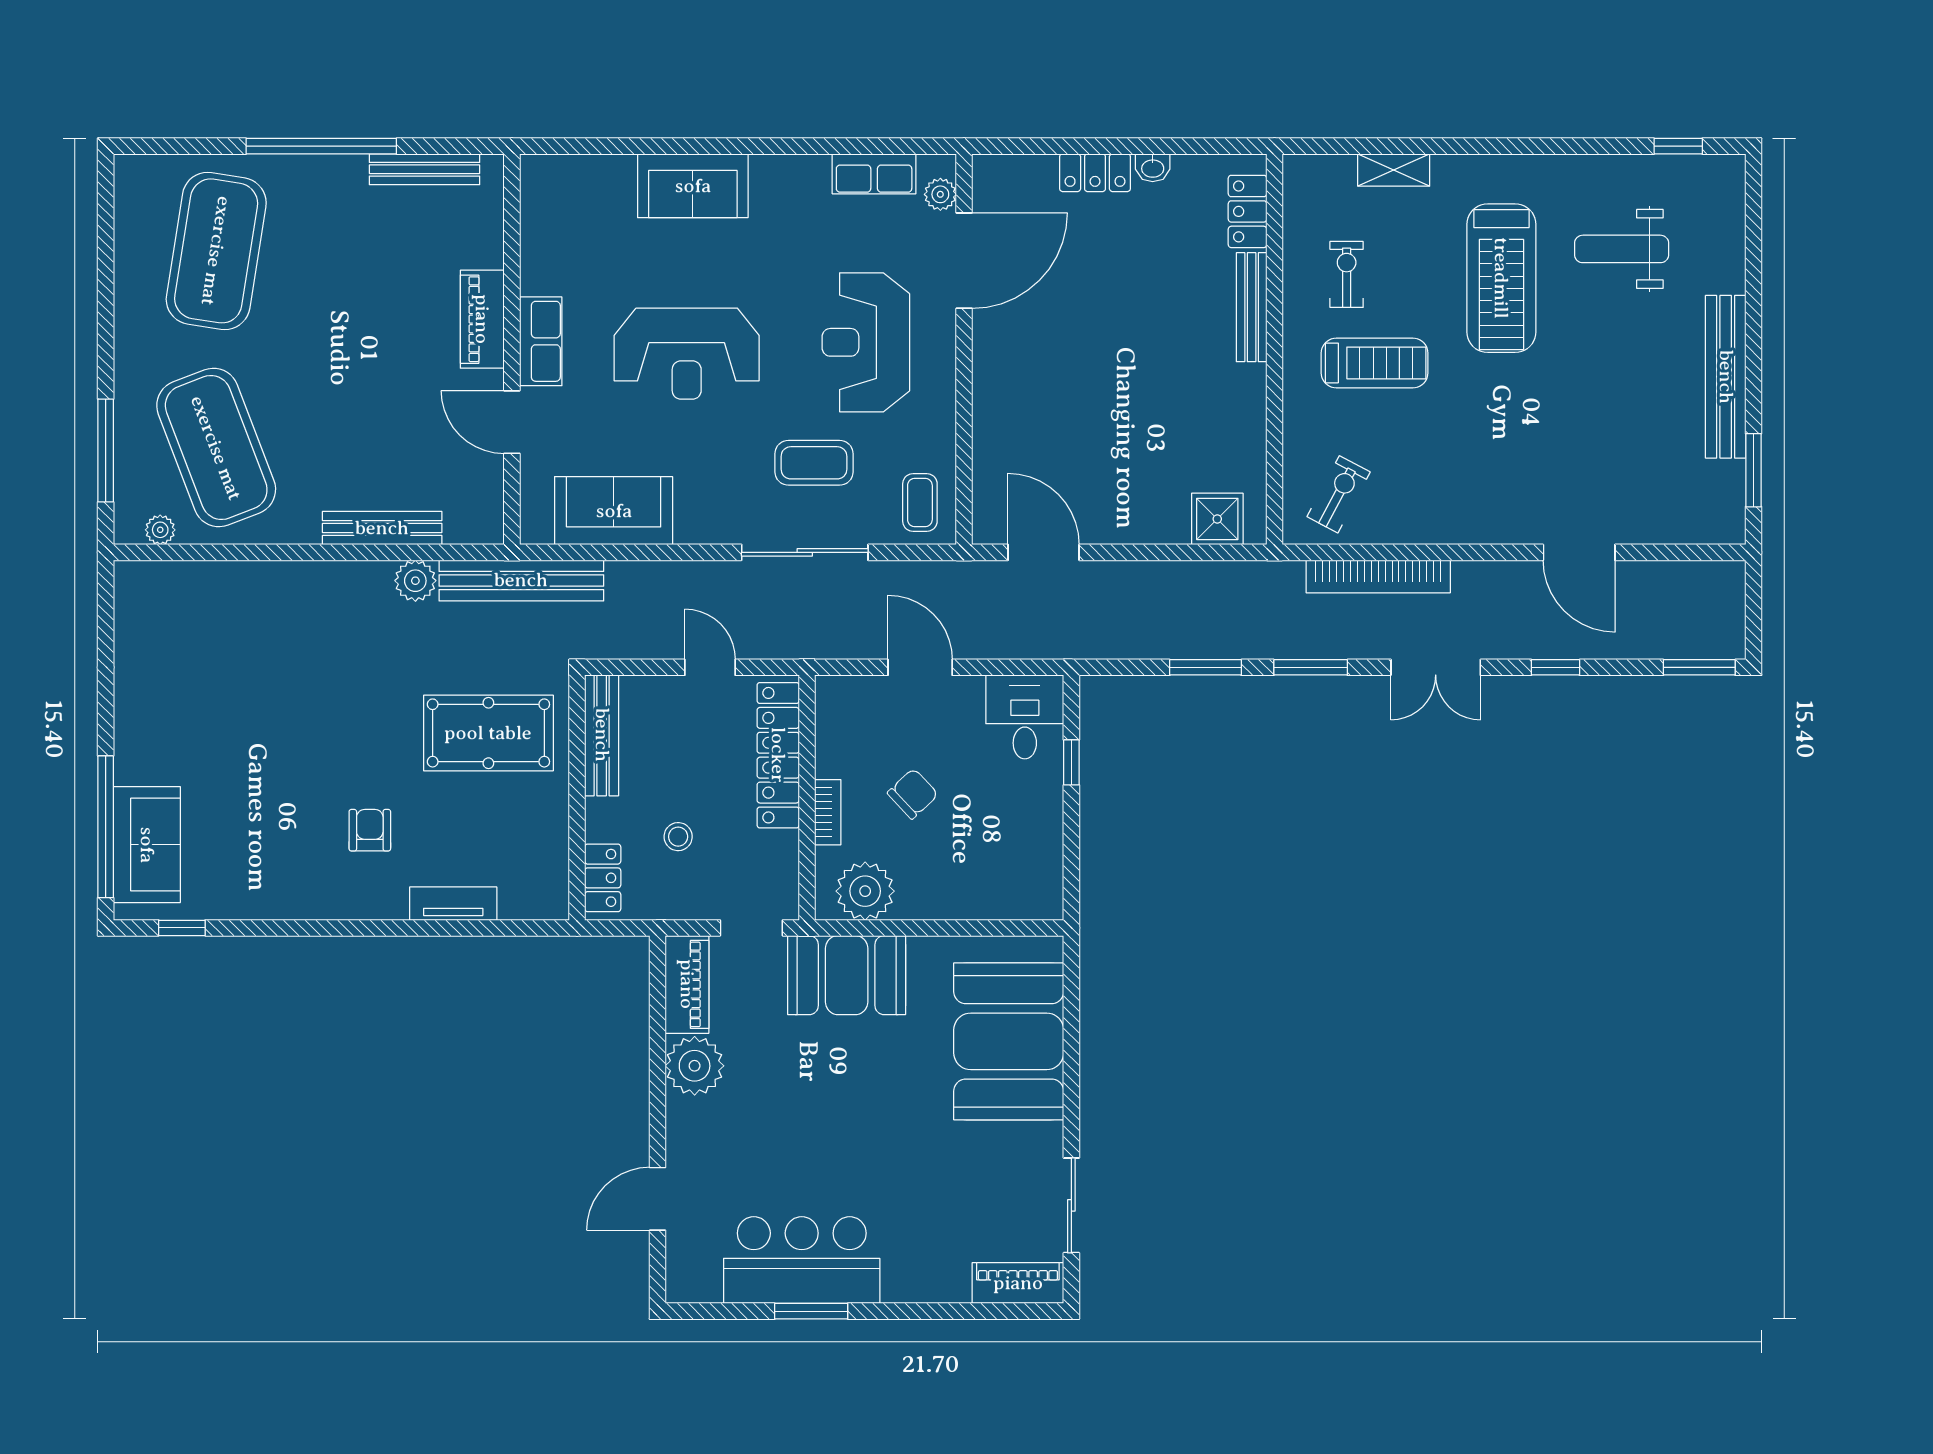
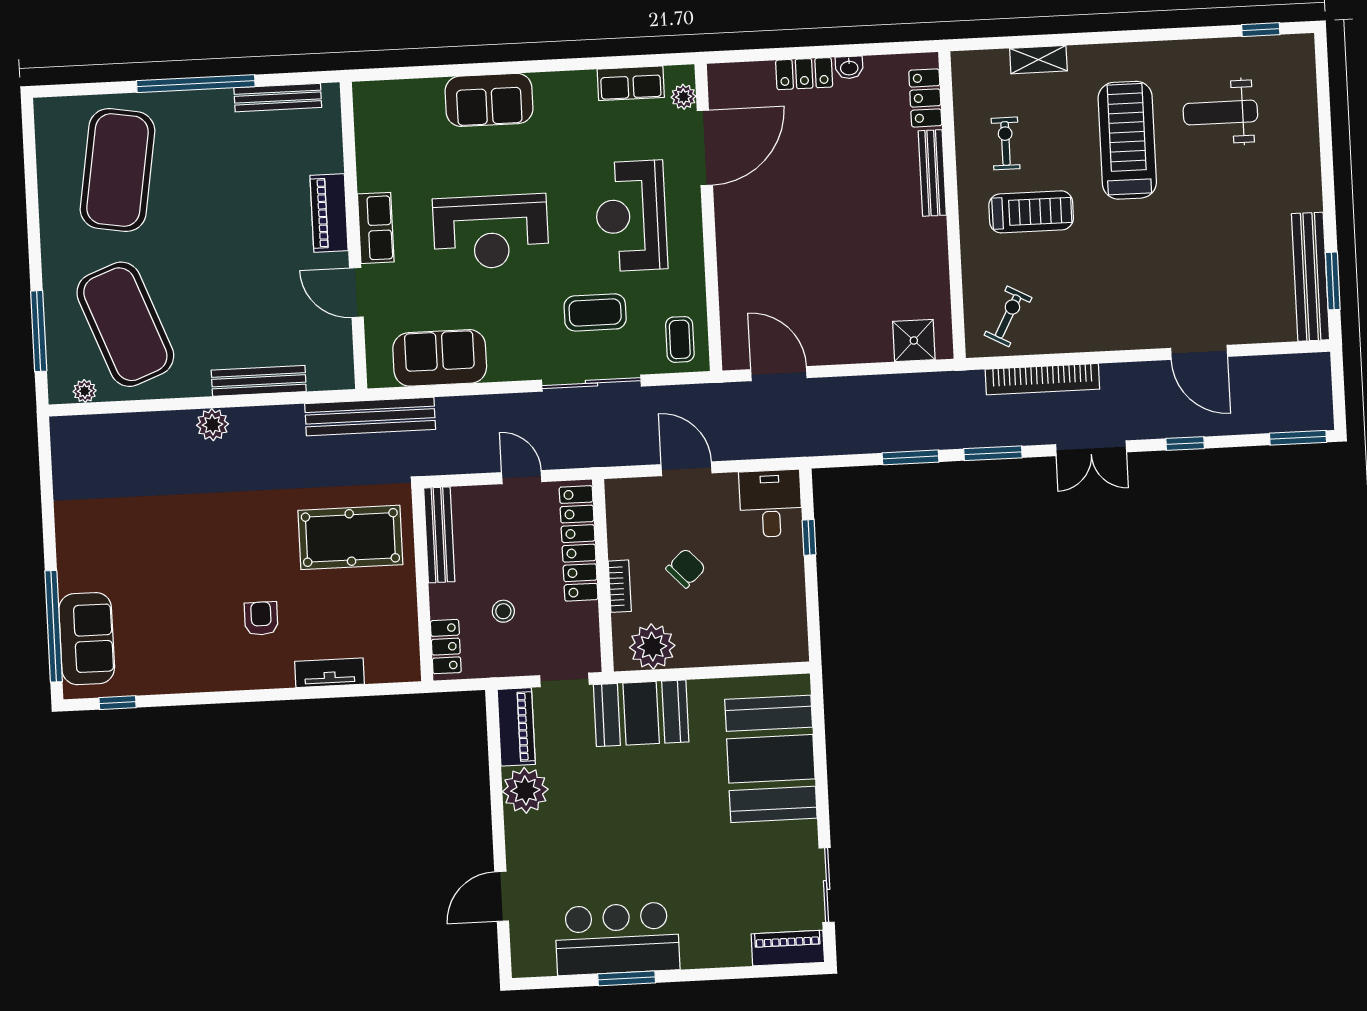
treadmill: (1501, 278) -> (1127, 140), turned 180
bench: (1726, 377) -> (1311, 277), moved
plant: (415, 581) -> (213, 425), moved

